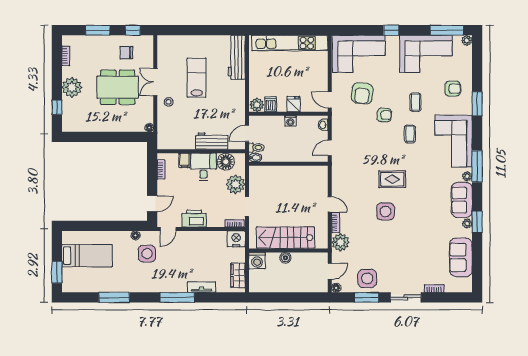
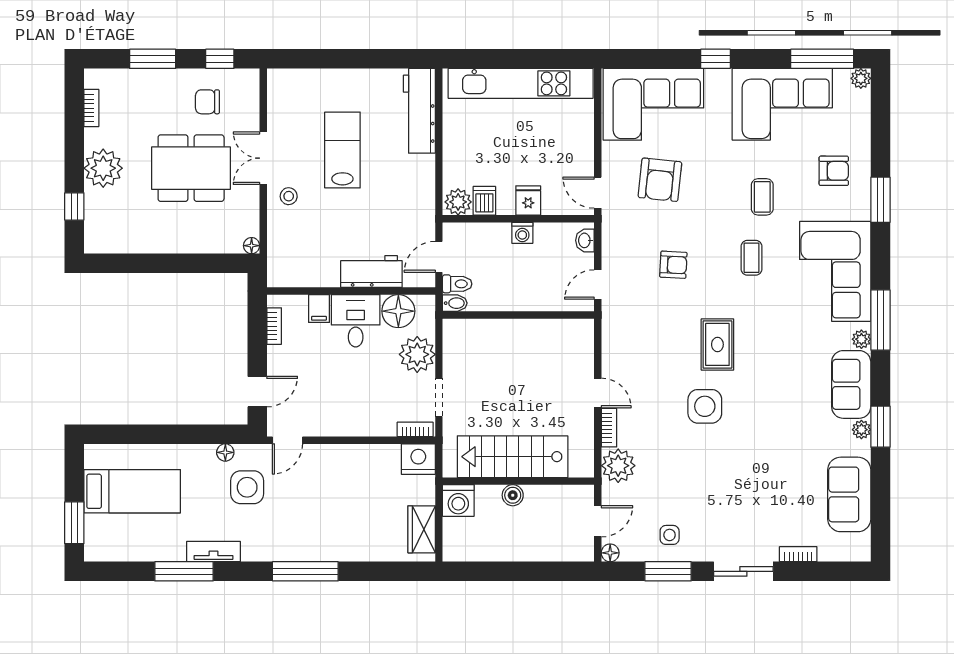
armchair: (384, 115) -> (673, 265), moved
rug: (392, 179) -> (717, 344), turned 90
printer: (194, 219) -> (338, 420), removed
side table: (367, 278) -> (670, 535), width x0.54, depth x0.54
tv unit: (202, 287) -> (214, 552), moved

